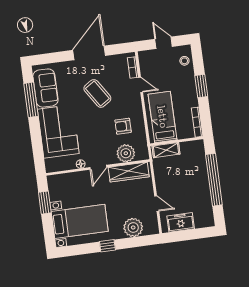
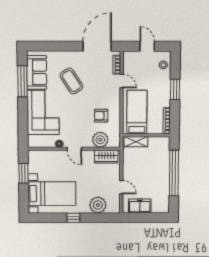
door: (89, 53) -> (97, 46), moved
coffee table: (97, 93) -> (71, 81), moved
door: (98, 167) -> (74, 149), hinge flipped
wardrobe: (129, 172) -> (106, 157), width x0.67

